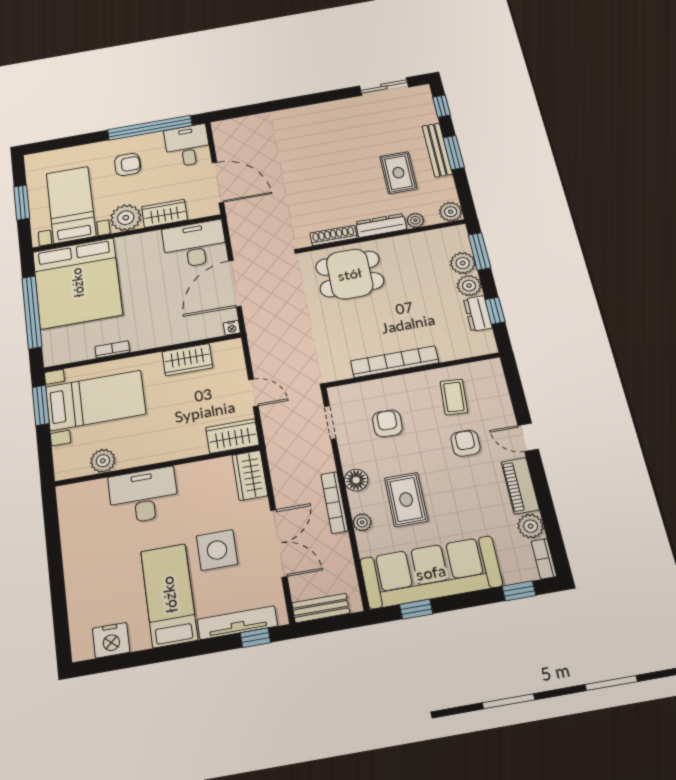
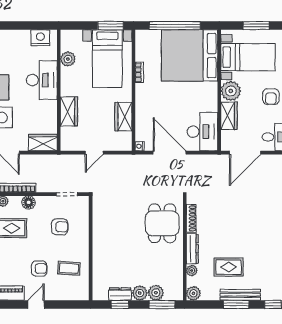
bookcase: (395, 362) -> (98, 239), removed
wardrobe: (232, 436) -> (69, 111), moved
nightstand: (72, 511) -> (40, 38), added

